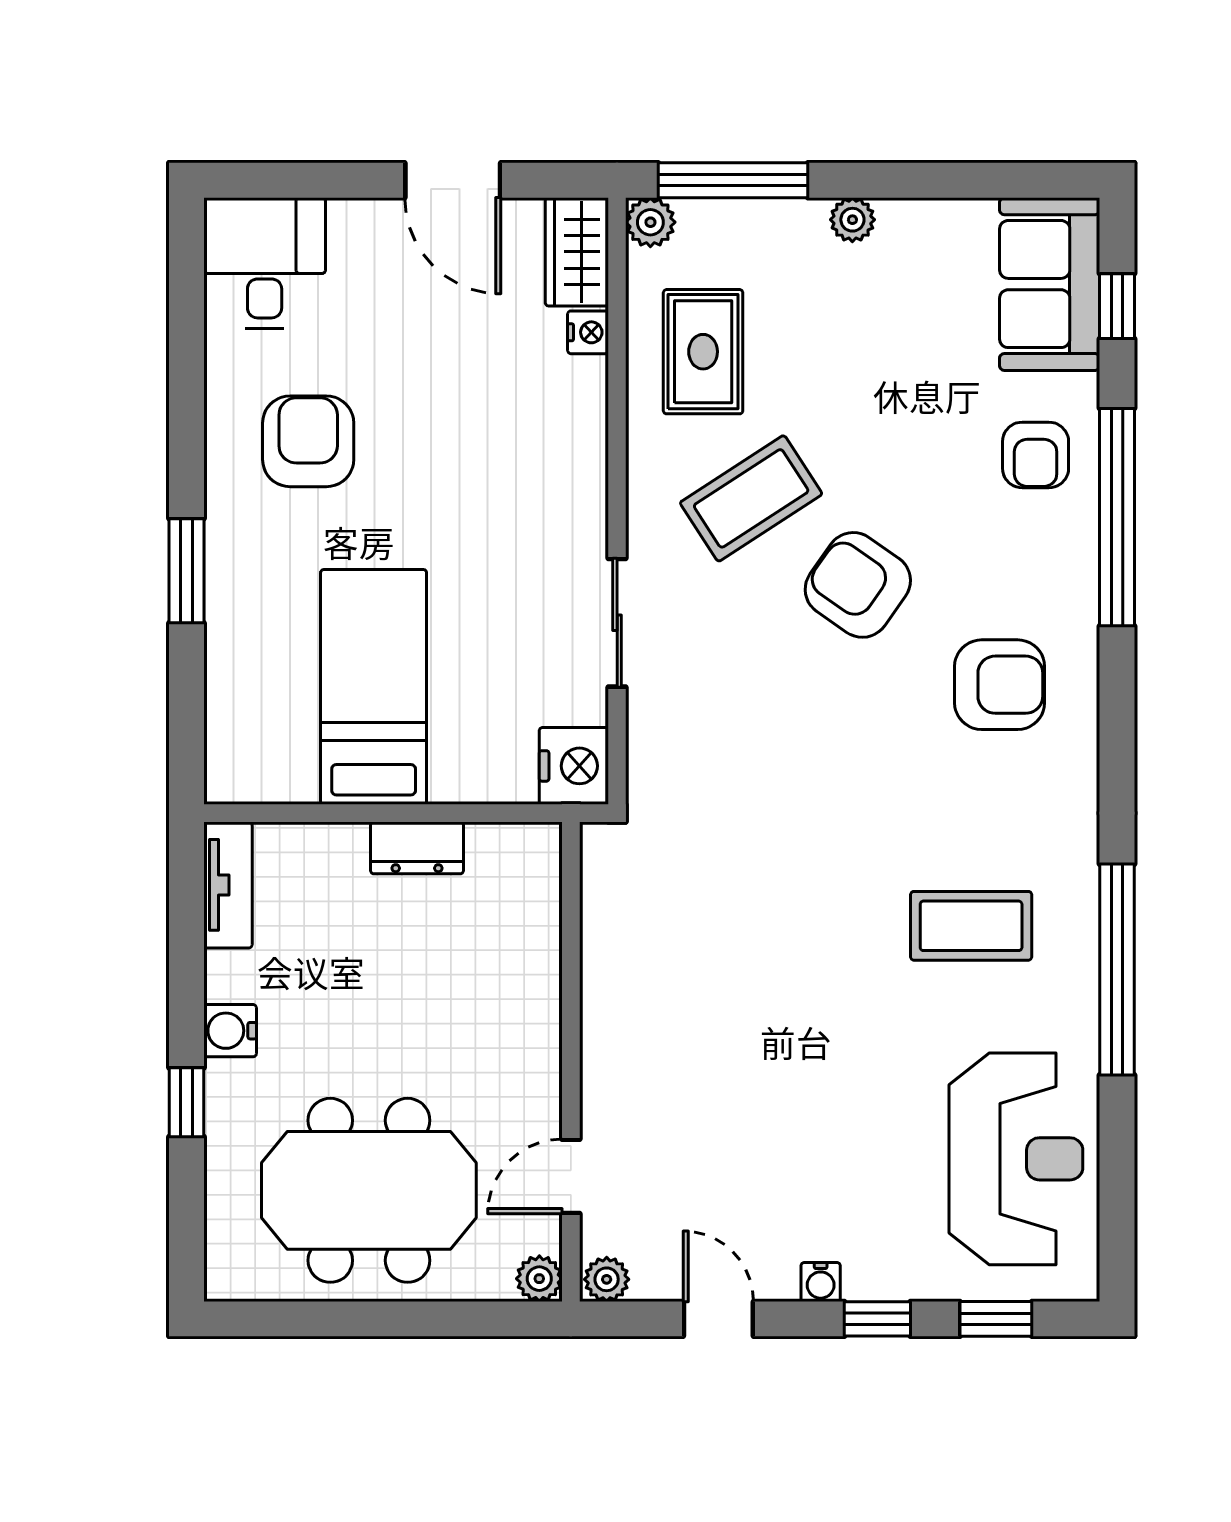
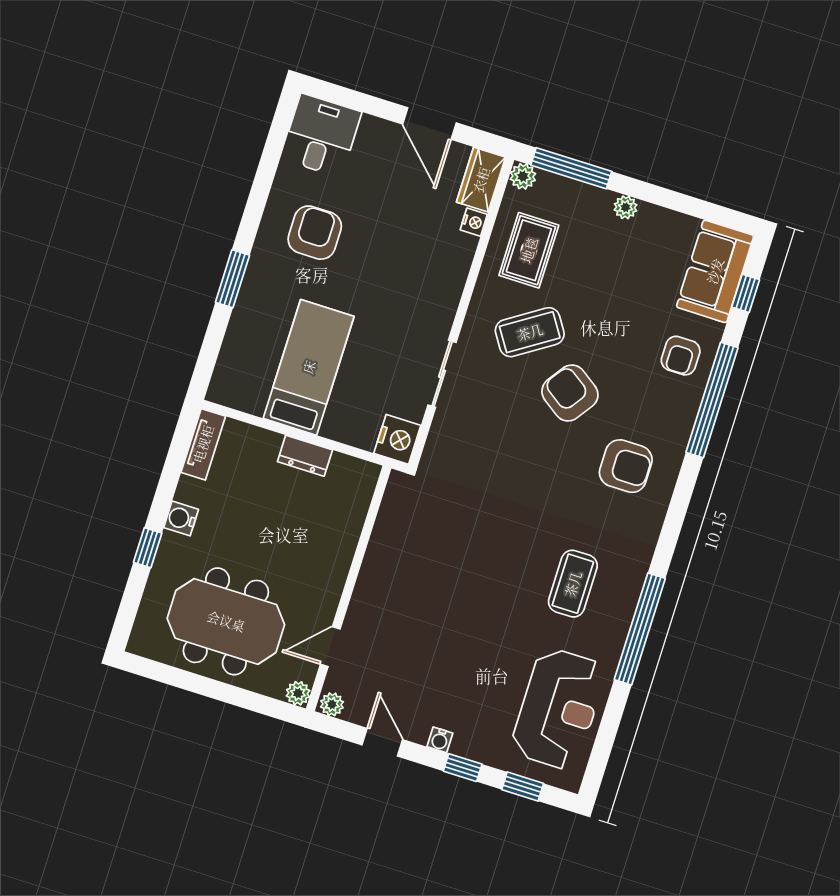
coffee table: (971, 926) -> (573, 584), turned 90

